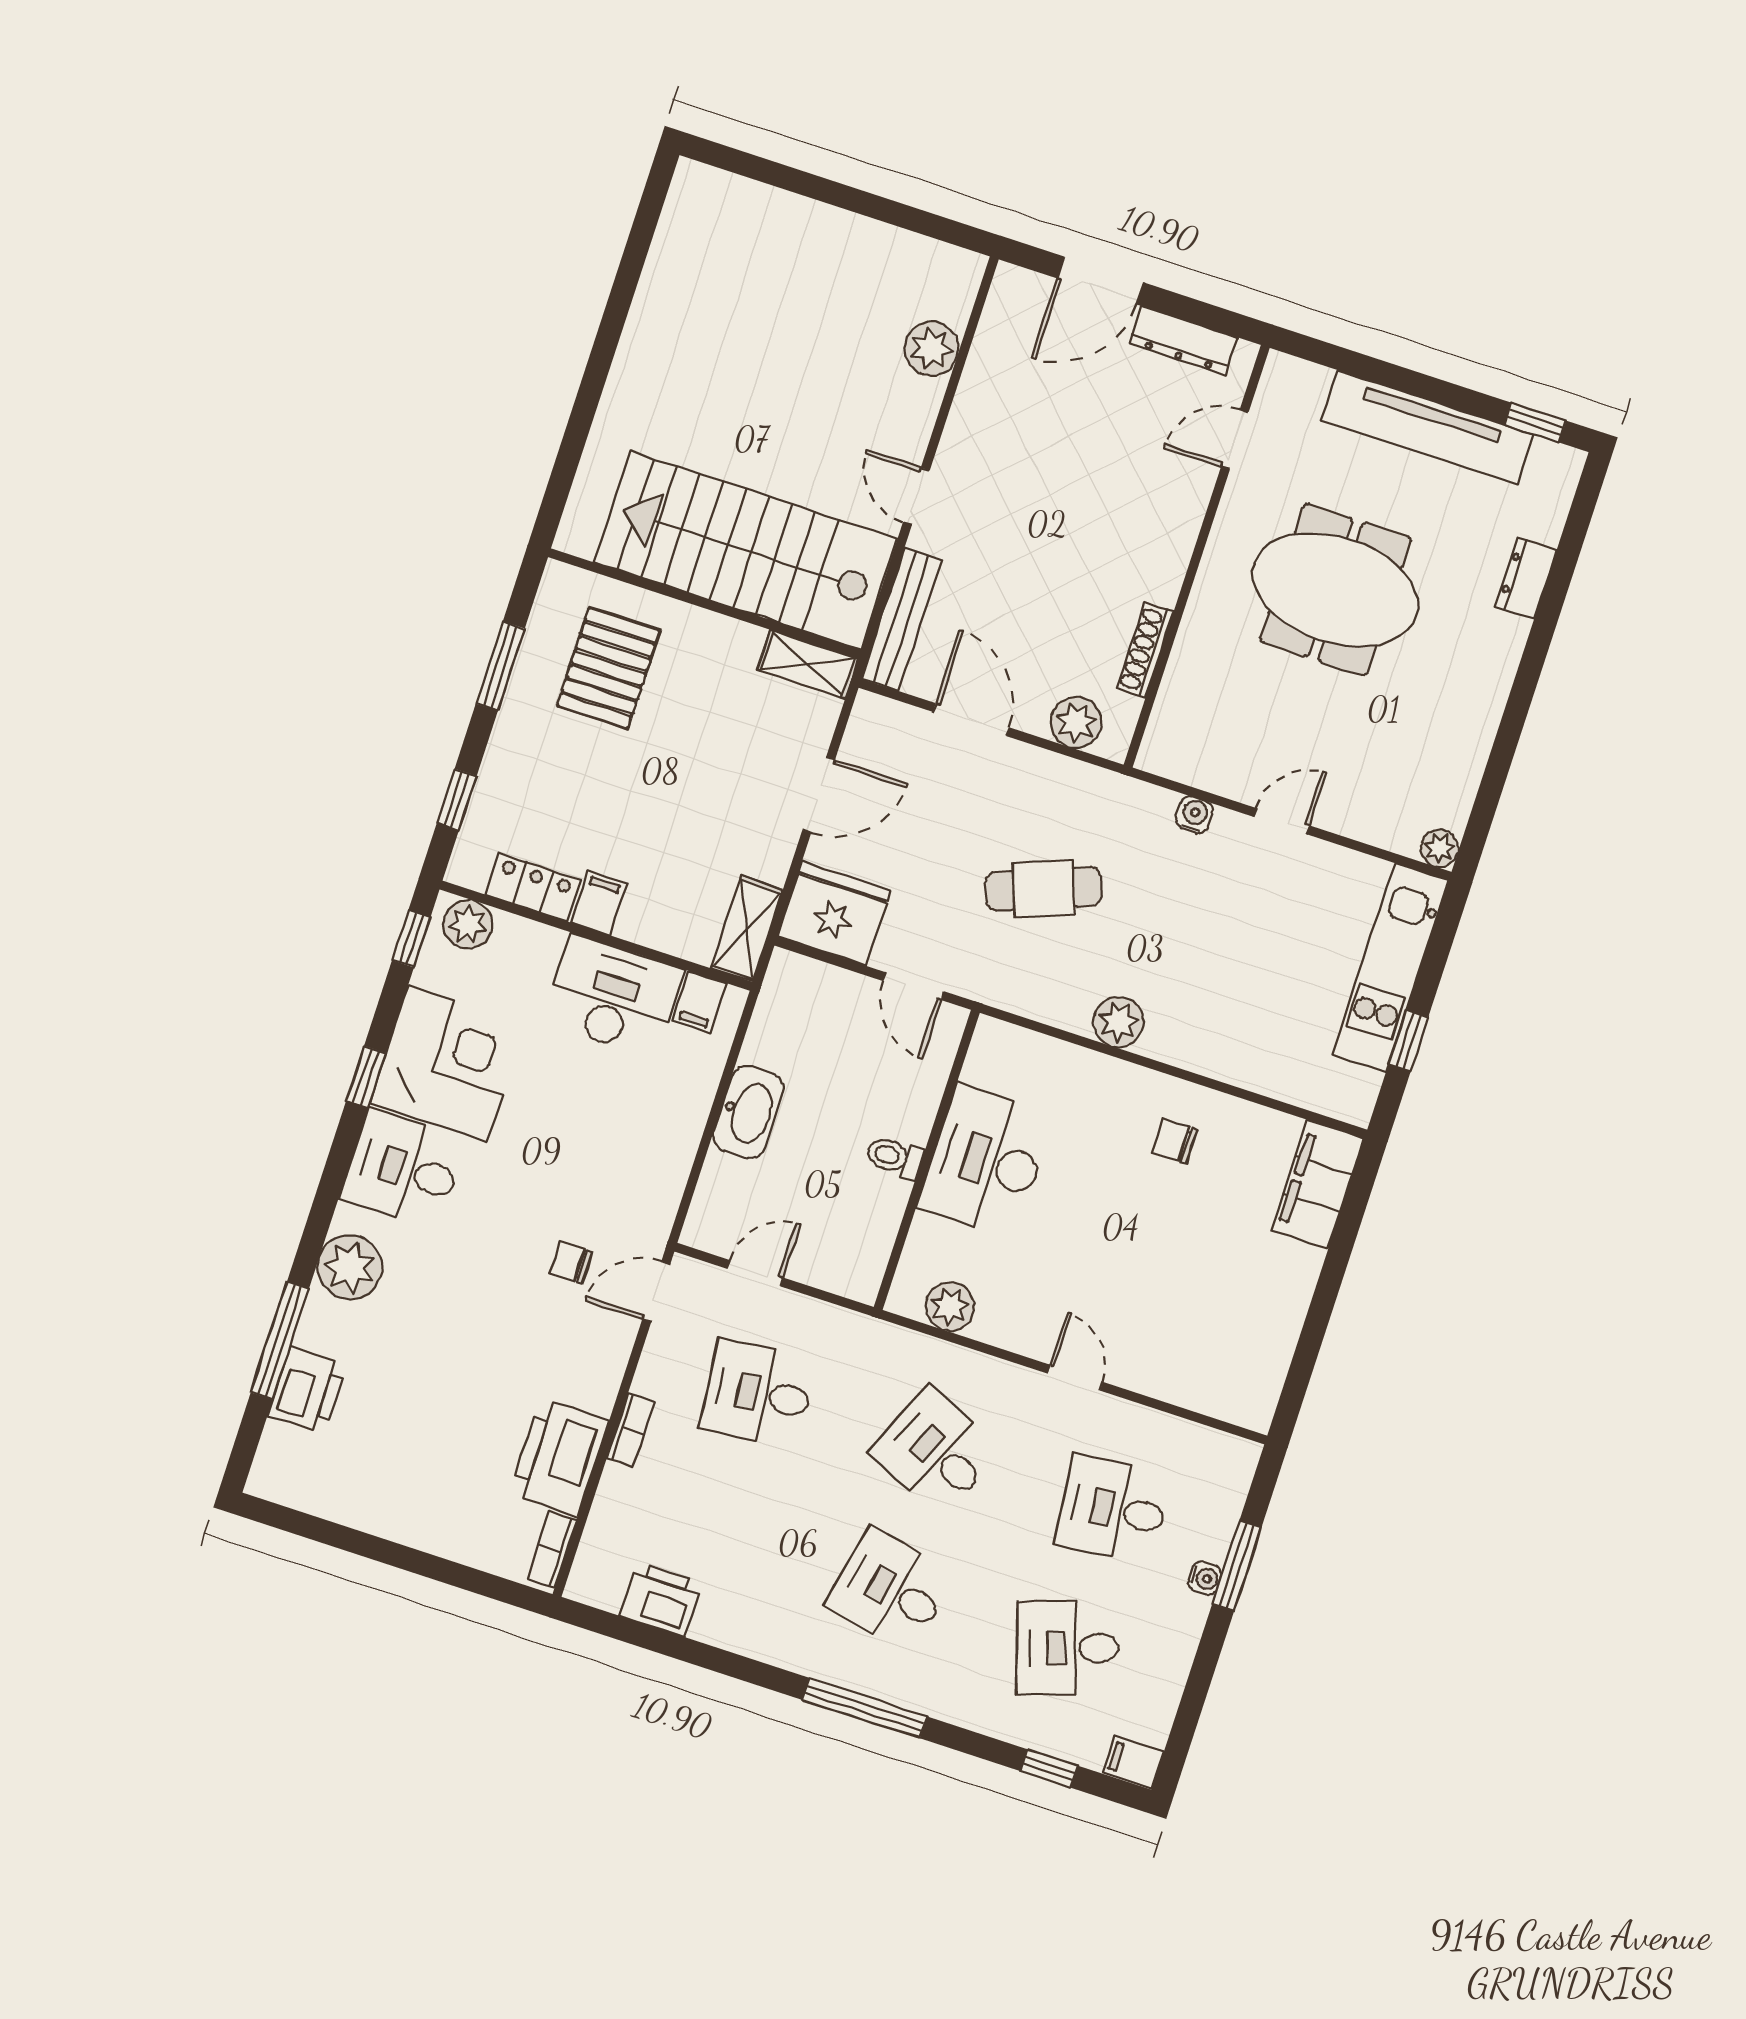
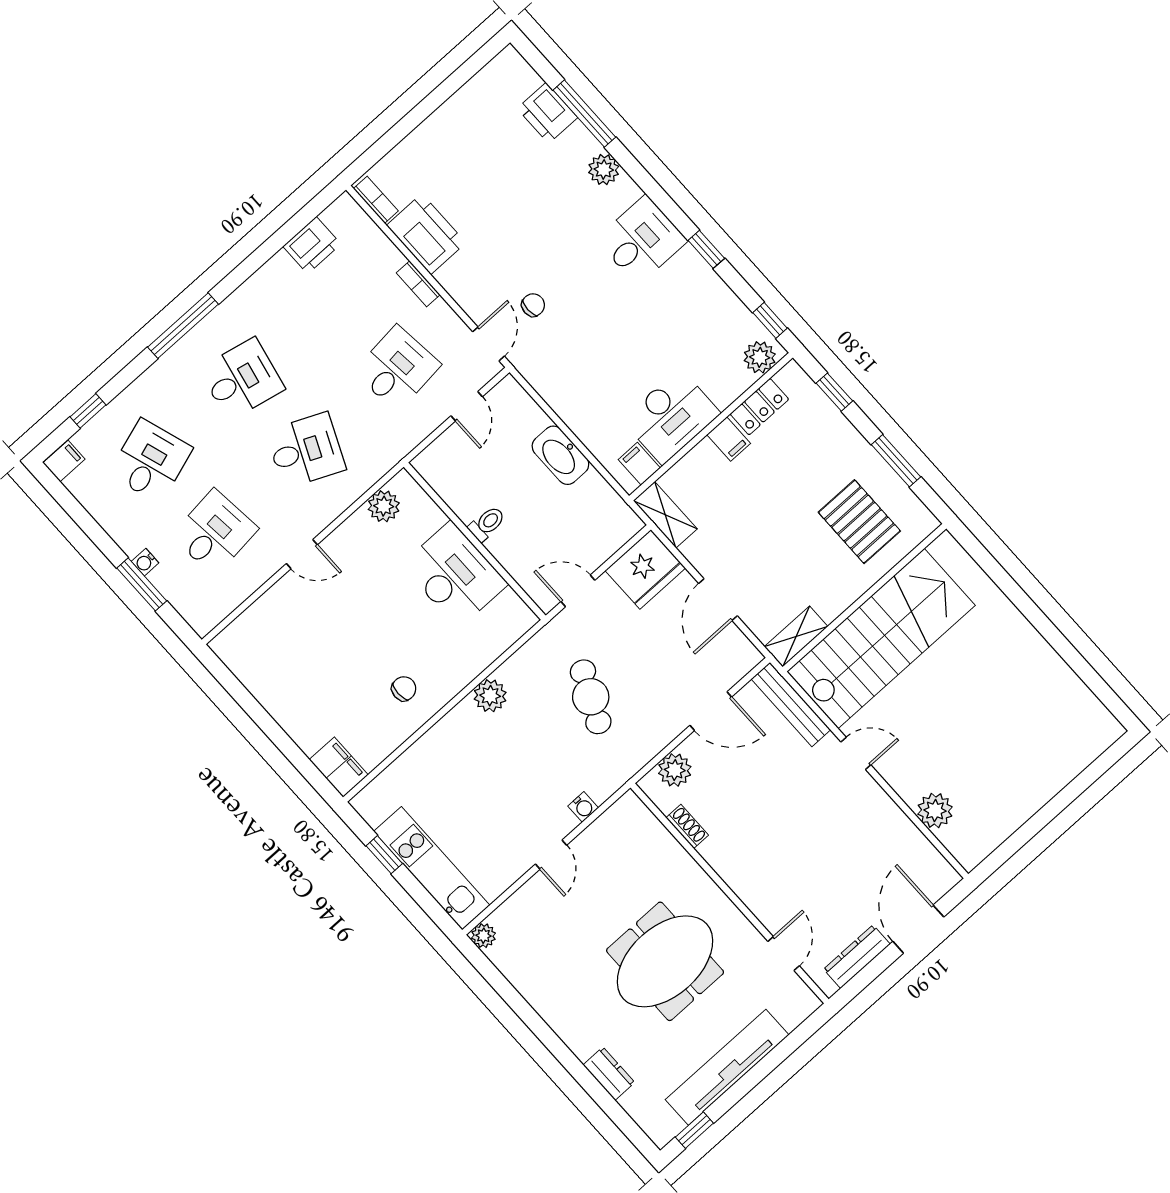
shoe rack: (1145, 650) -> (687, 826), width x0.70
cafe table: (1043, 889) -> (591, 697), turned -44
corner desk: (448, 1063) -> (687, 300), removed
filing cabinet: (1318, 1184) -> (339, 767), width x0.67, depth x0.86
plant: (350, 1267) -> (604, 170), width x0.73, depth x0.73

